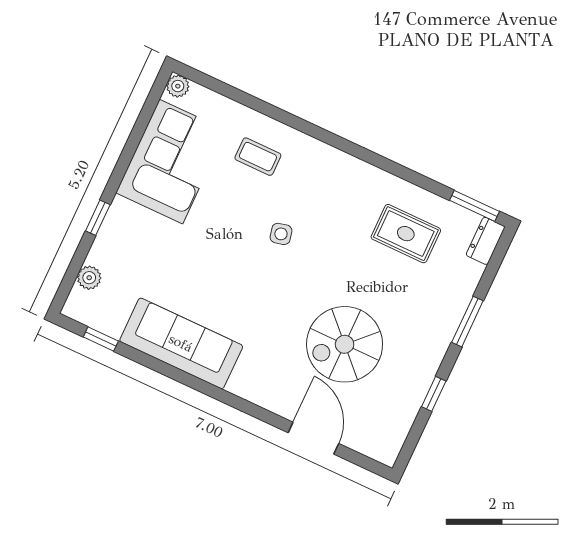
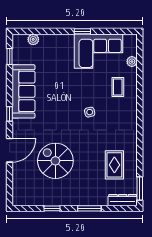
plant: (178, 86) -> (132, 62), moved
window: (98, 218) -> (82, 31), moved
dresser: (486, 241) -> (123, 200), width x1.44
window: (212, 391) -> (10, 114), added
door: (313, 438) -> (10, 150), moved

